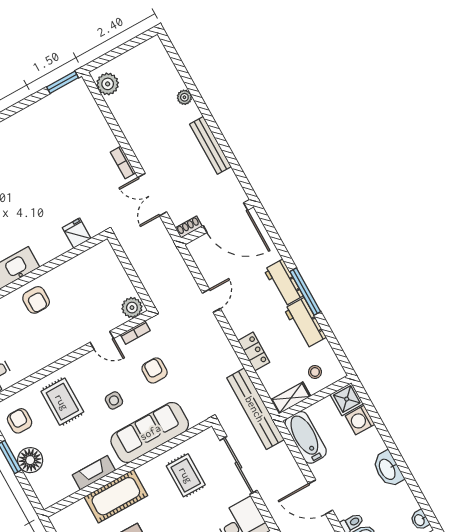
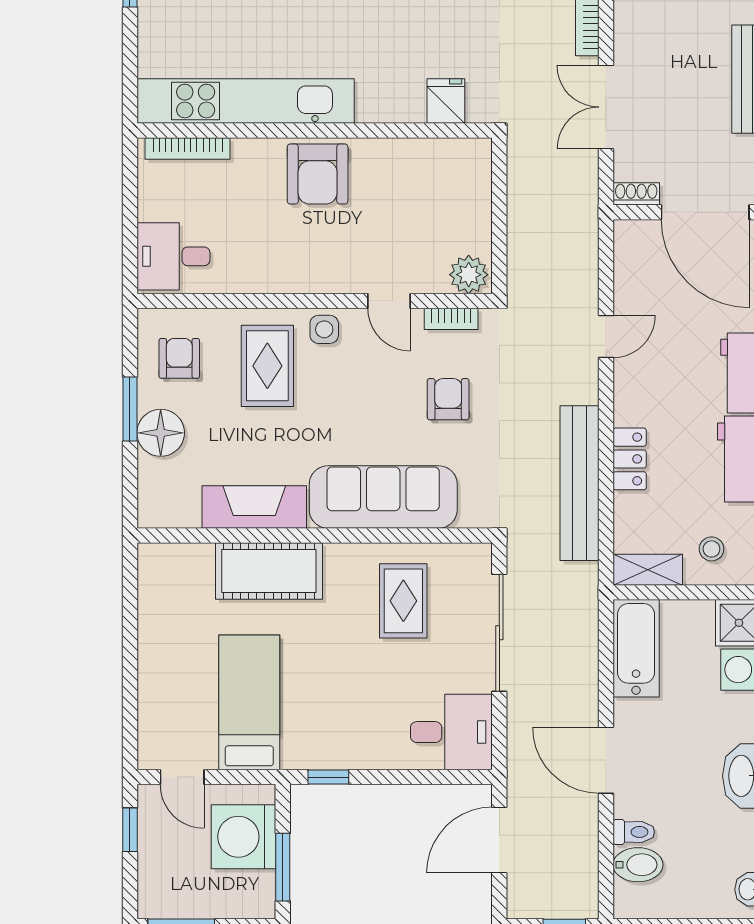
armchair: (36, 300) -> (318, 174), width x1.38, depth x1.38
side table: (114, 400) -> (324, 329), moved
bench: (255, 409) -> (580, 483), moved
fireplace: (94, 473) -> (254, 507), width x1.37, depth x1.32

